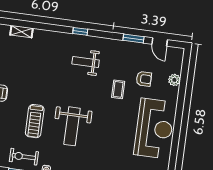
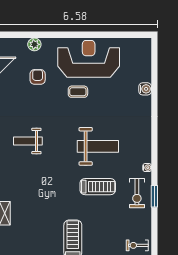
weight bench: (86, 62) -> (28, 141), turned 90
coffee table: (118, 89) -> (78, 92), moved

